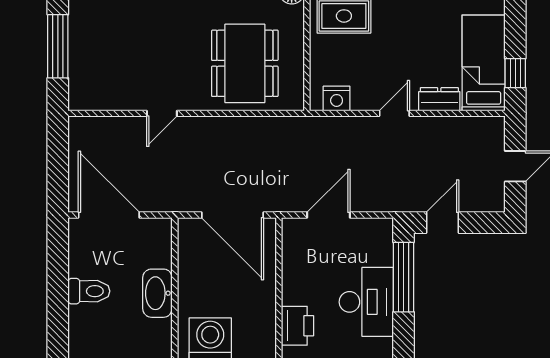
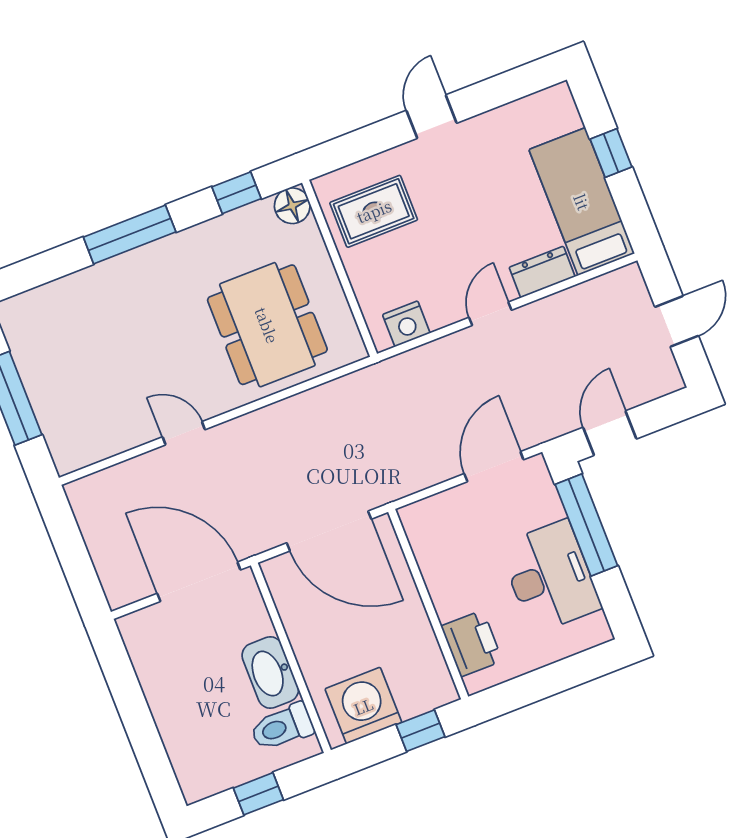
window: (515, 73) -> (611, 153), moved
door: (162, 113) -> (184, 433), swing flipped
door: (109, 215) -> (199, 582), moved
door: (328, 215) -> (494, 467), moved
toilet: (89, 291) -> (282, 727), moved, turned 180

